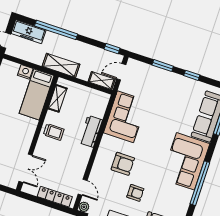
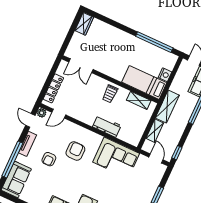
shelving: (102, 80) -> (155, 131), moved
armchair: (123, 164) -> (75, 151), turned 180

